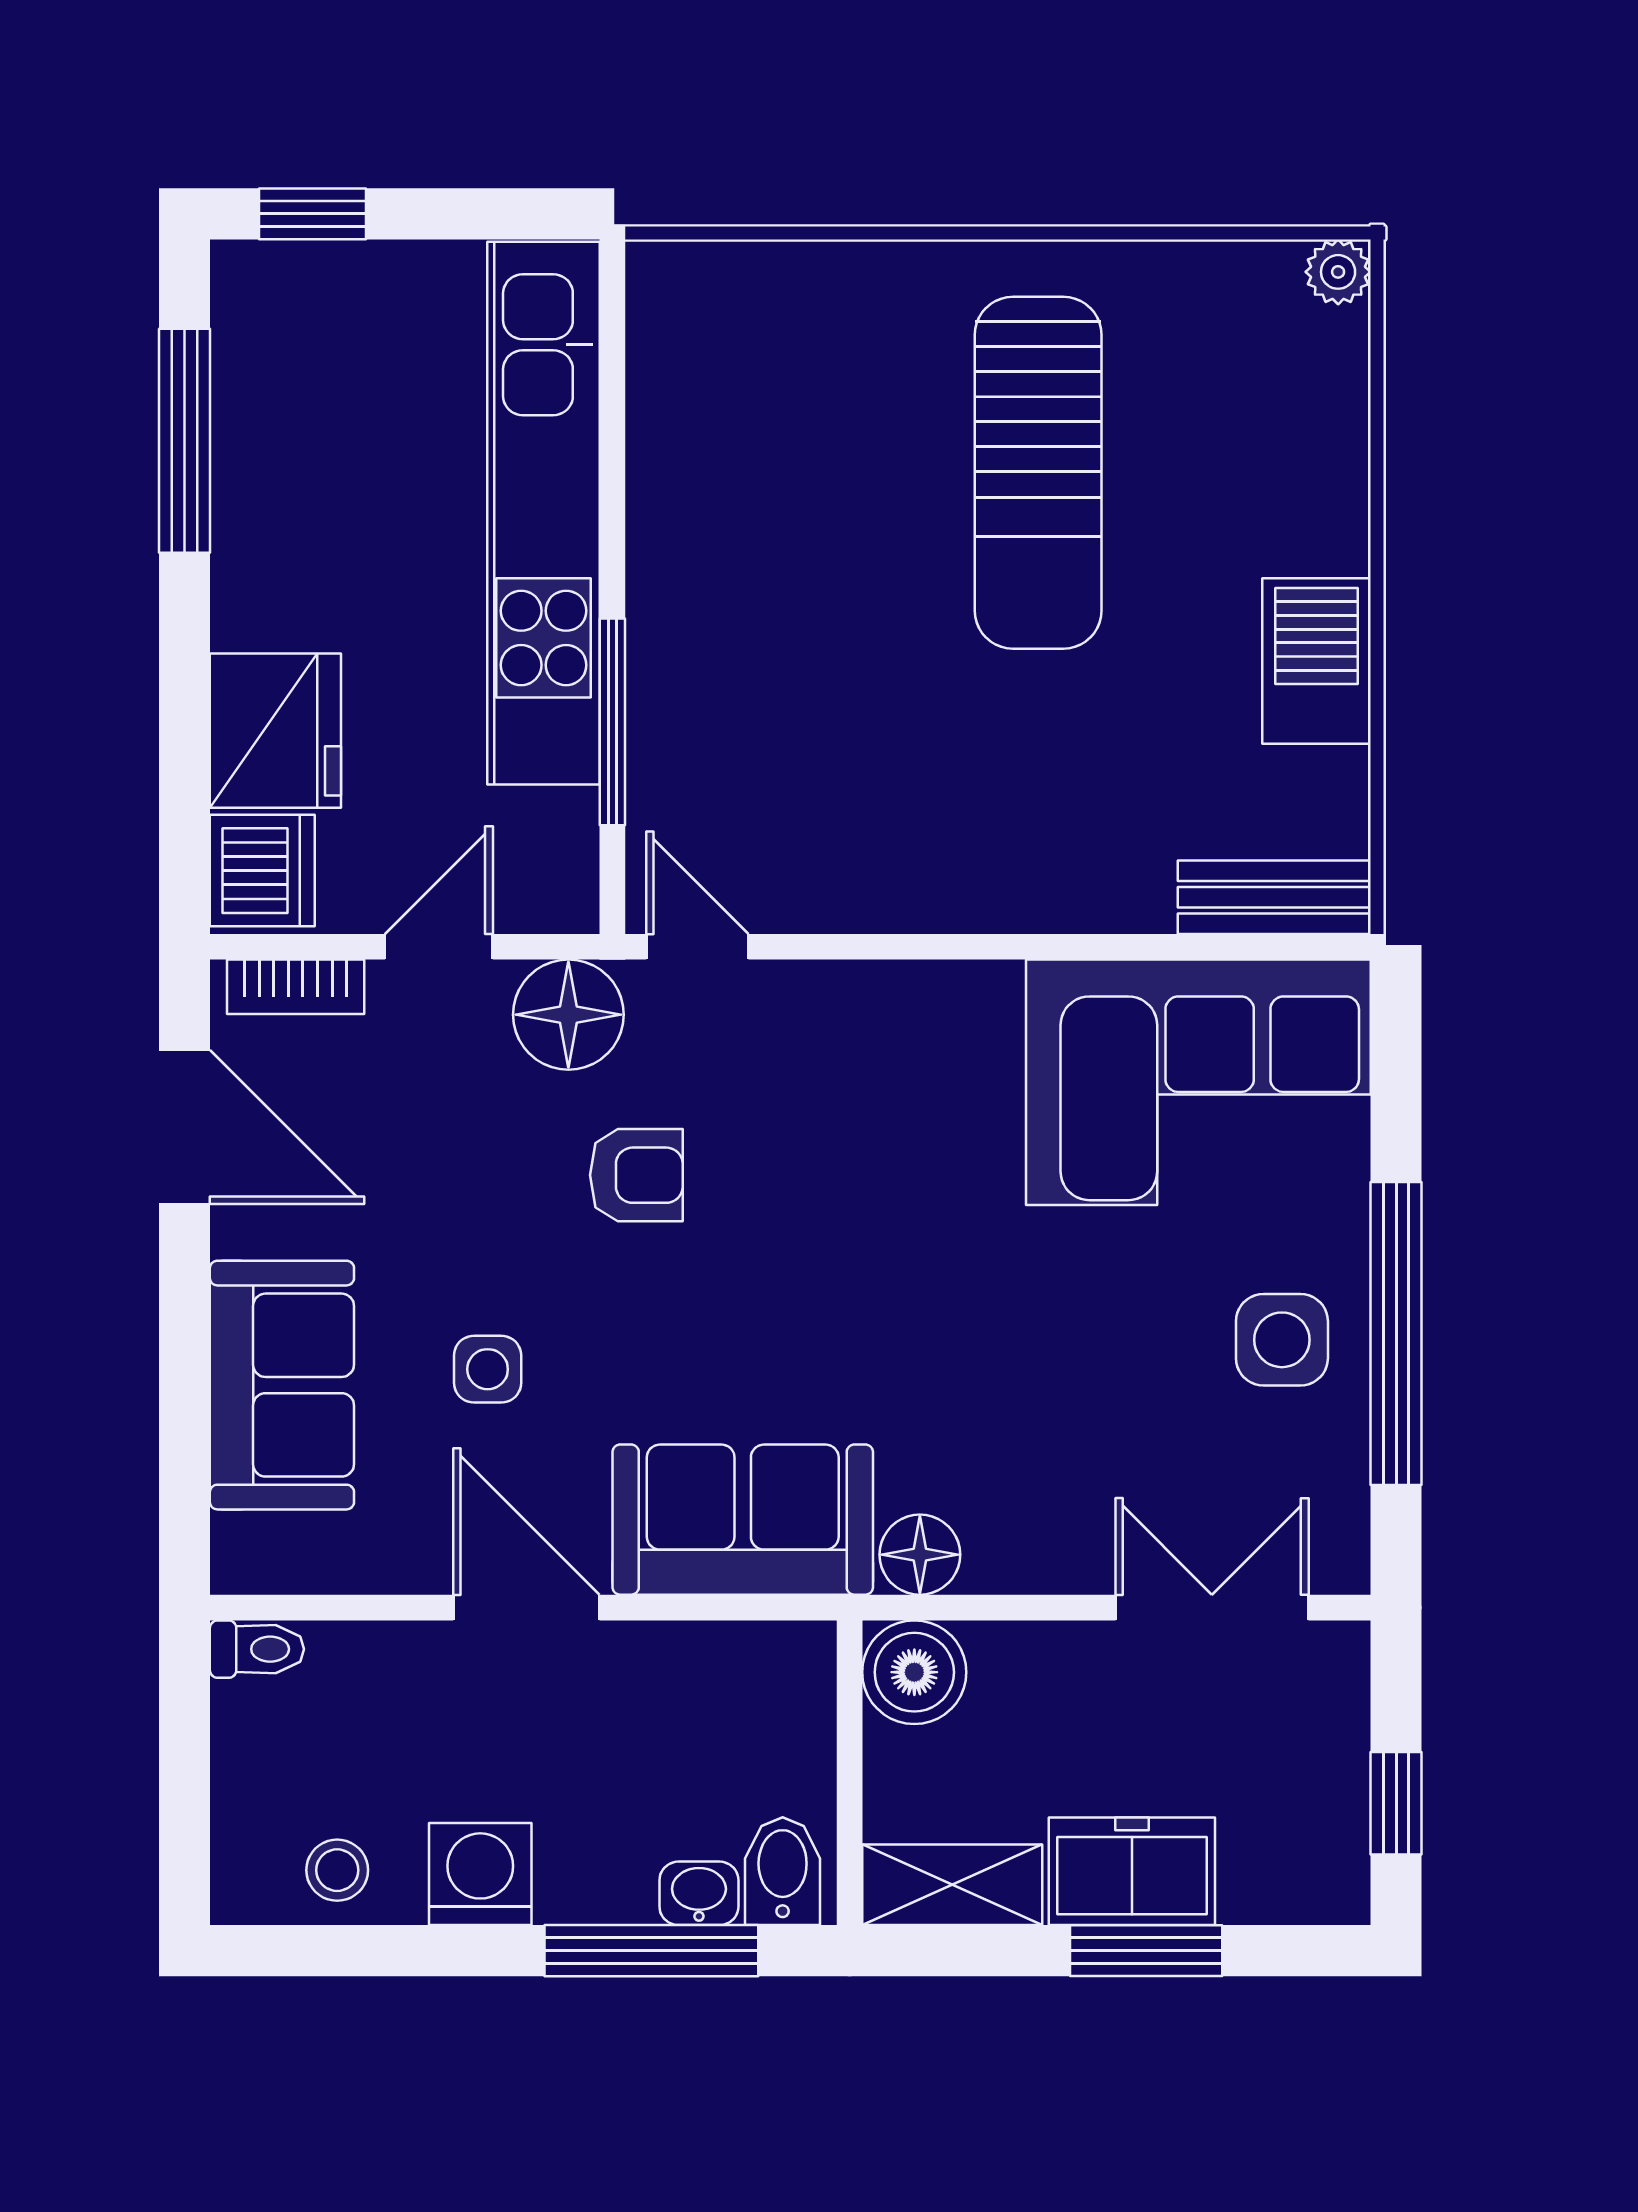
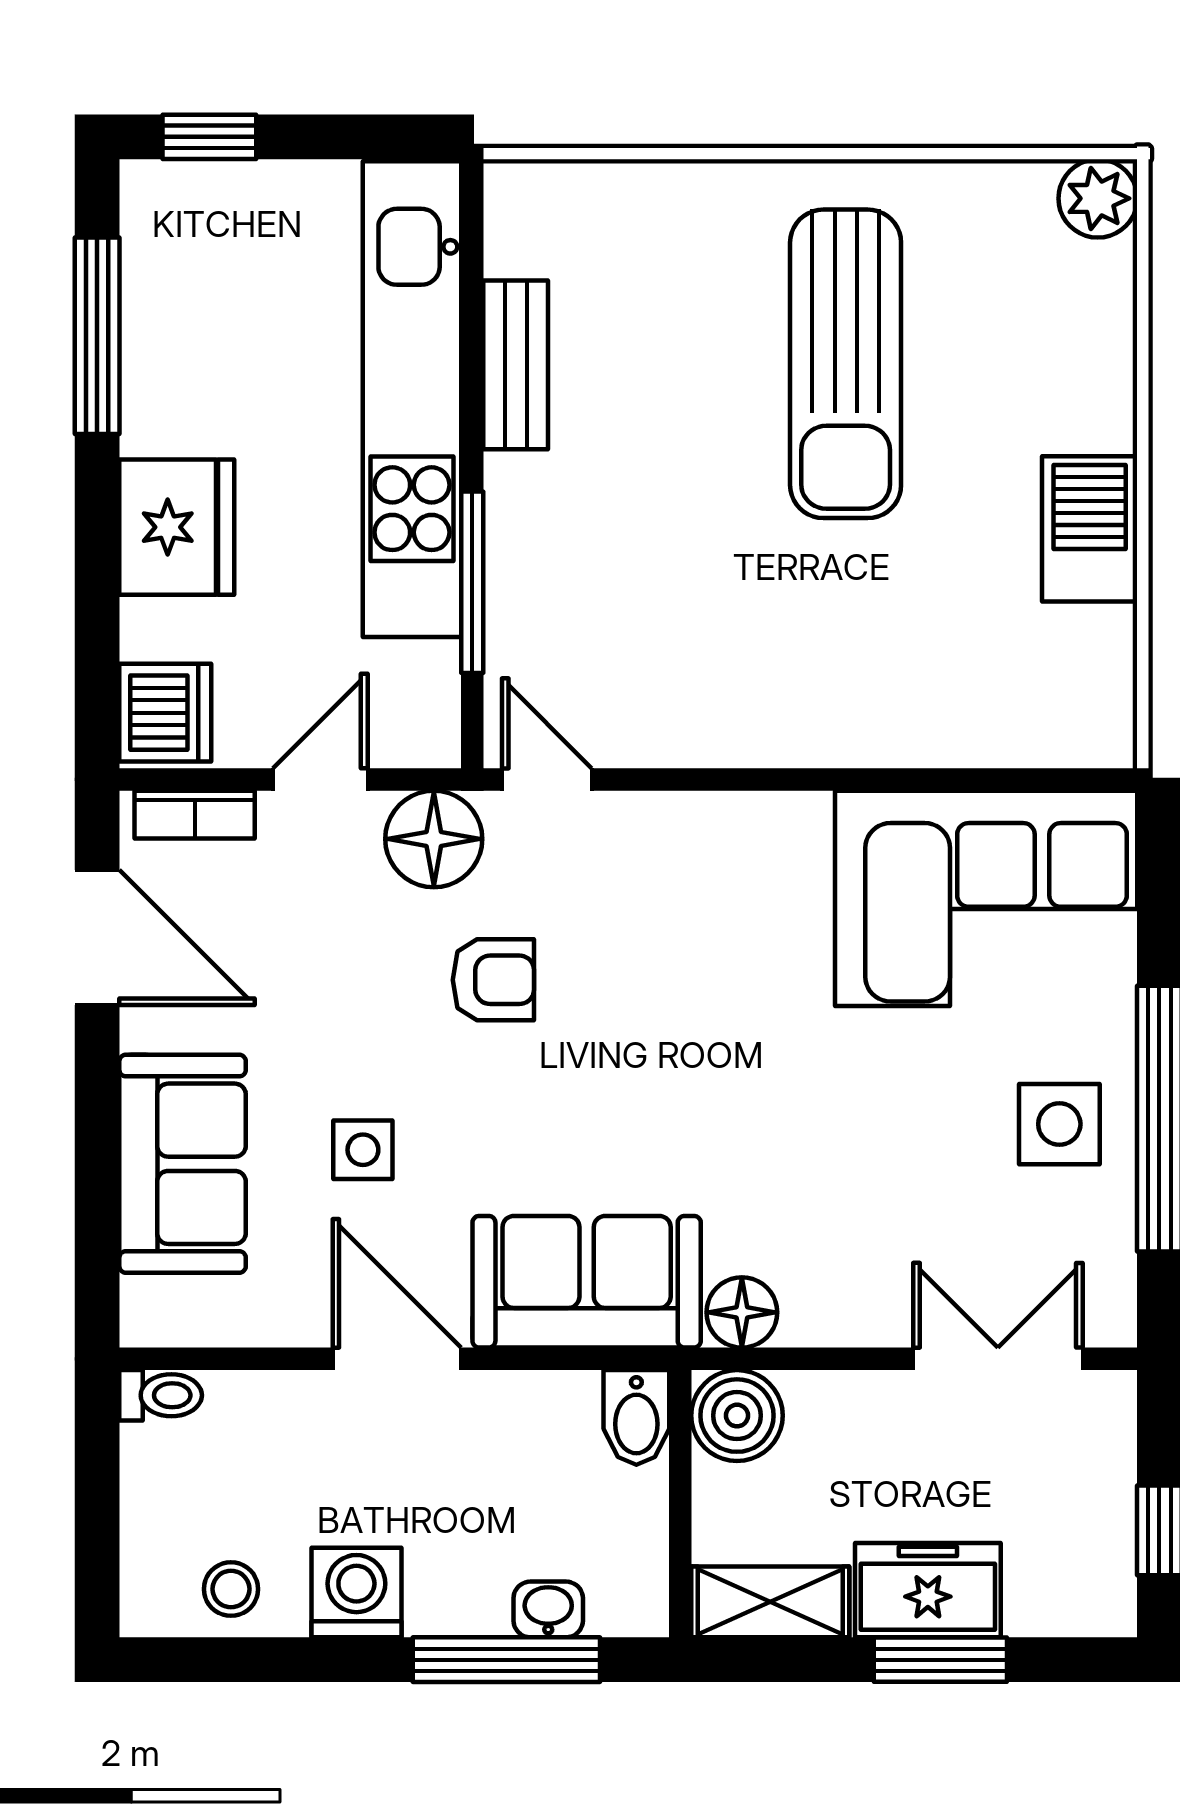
plant: (1338, 272) -> (1098, 198), width x1.38, depth x1.38
fridge: (275, 731) -> (177, 527), moved
bench: (1274, 897) -> (516, 365), moved, turned 90
bidet: (783, 1871) -> (636, 1417), moved, turned 180

